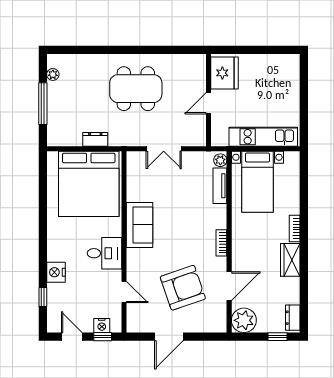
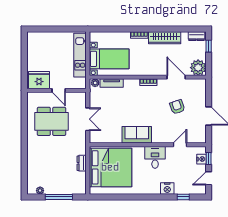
dining table: (136, 89) -> (52, 121), moved, turned 90
wardrobe: (290, 260) -> (165, 38), width x1.50
armchair: (183, 288) -> (177, 107), width x0.53, depth x0.53

